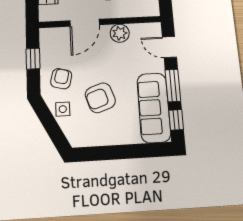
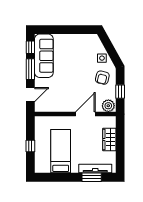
plant: (120, 33) -> (108, 106), moved
door: (169, 47) -> (30, 95), hinge flipped
armchair: (100, 98) -> (78, 64), removed

